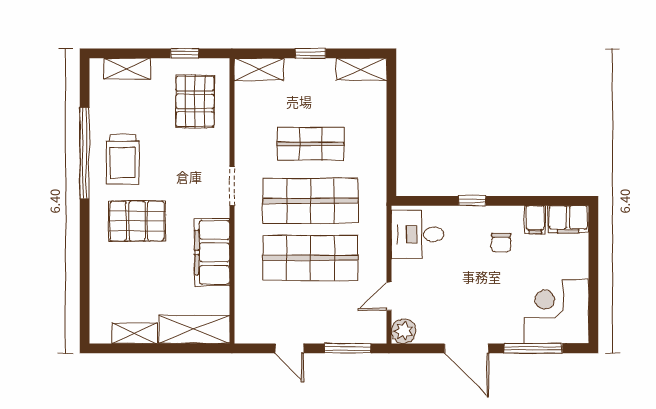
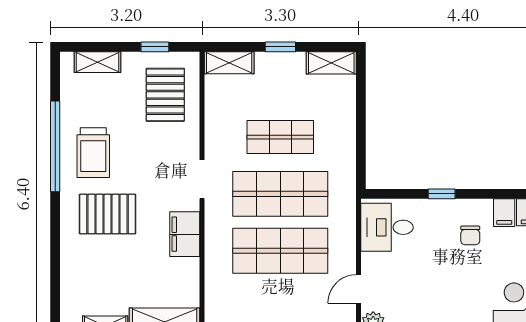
filing cabinet: (212, 252) -> (185, 234), width x0.67, depth x0.86

